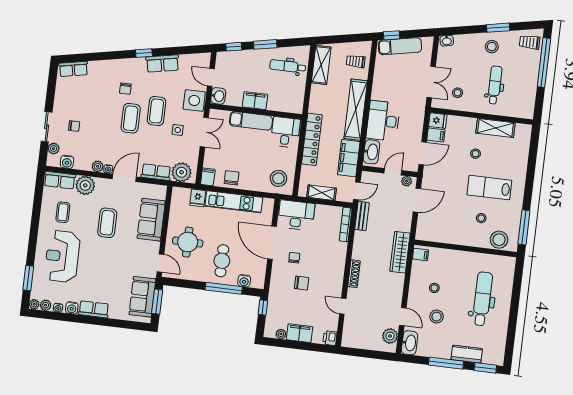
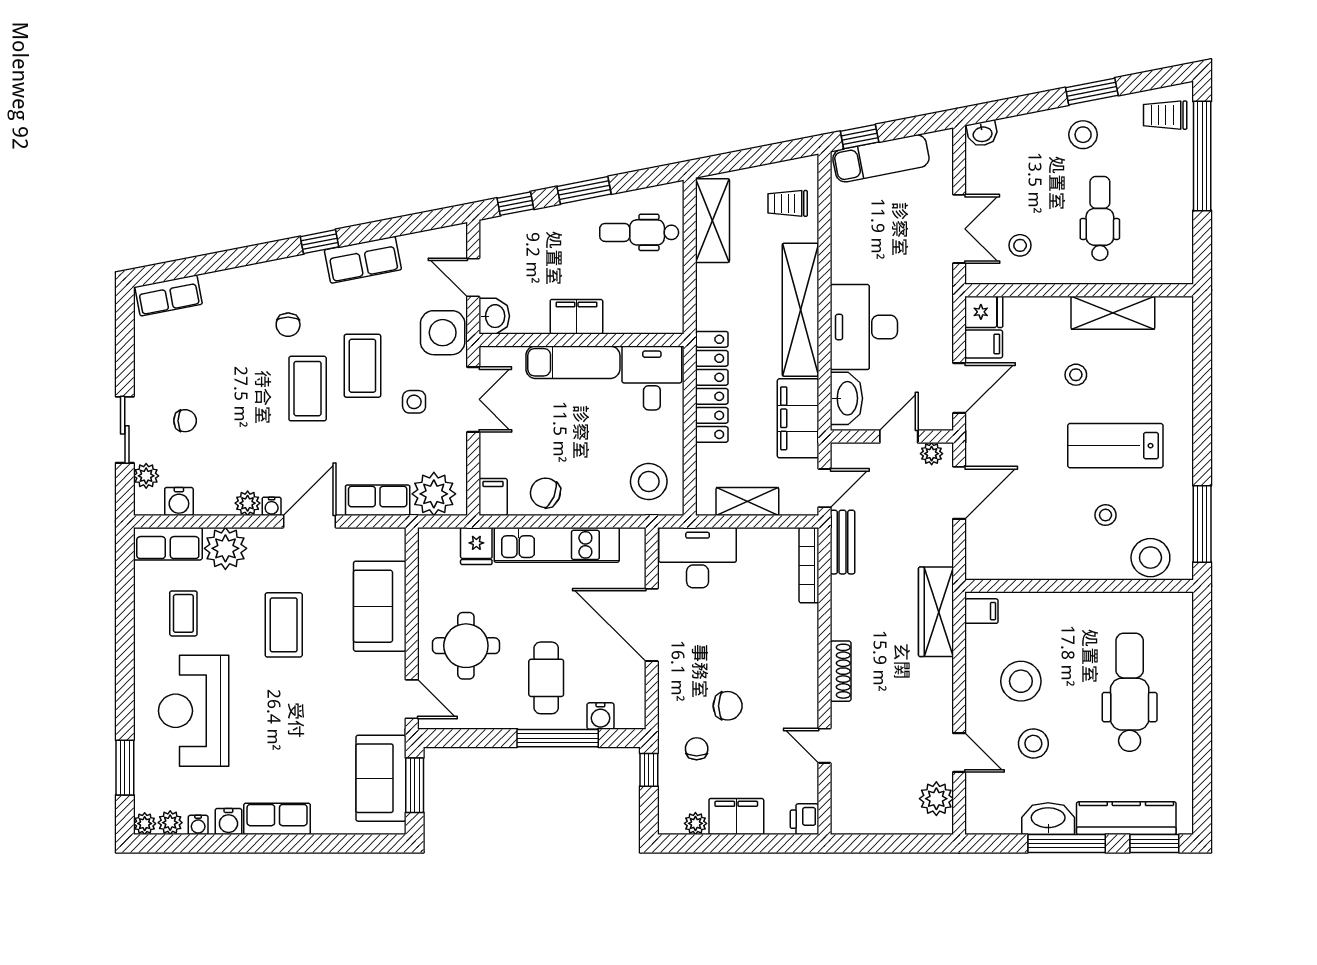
chair: (232, 178) -> (545, 493), turned -67
chair: (294, 258) -> (697, 749), moved
stool: (434, 288) -> (1021, 681), width x1.89, depth x1.89
washbasin: (410, 343) -> (1048, 819), moved, turned -90
kitchen counter: (467, 354) -> (1126, 818), width x1.50

